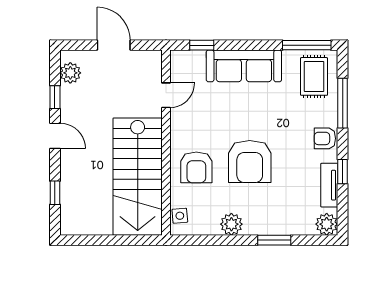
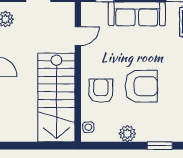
armchair: (250, 162) -> (141, 86), turned -90
armchair: (196, 167) -> (101, 91), turned 180

